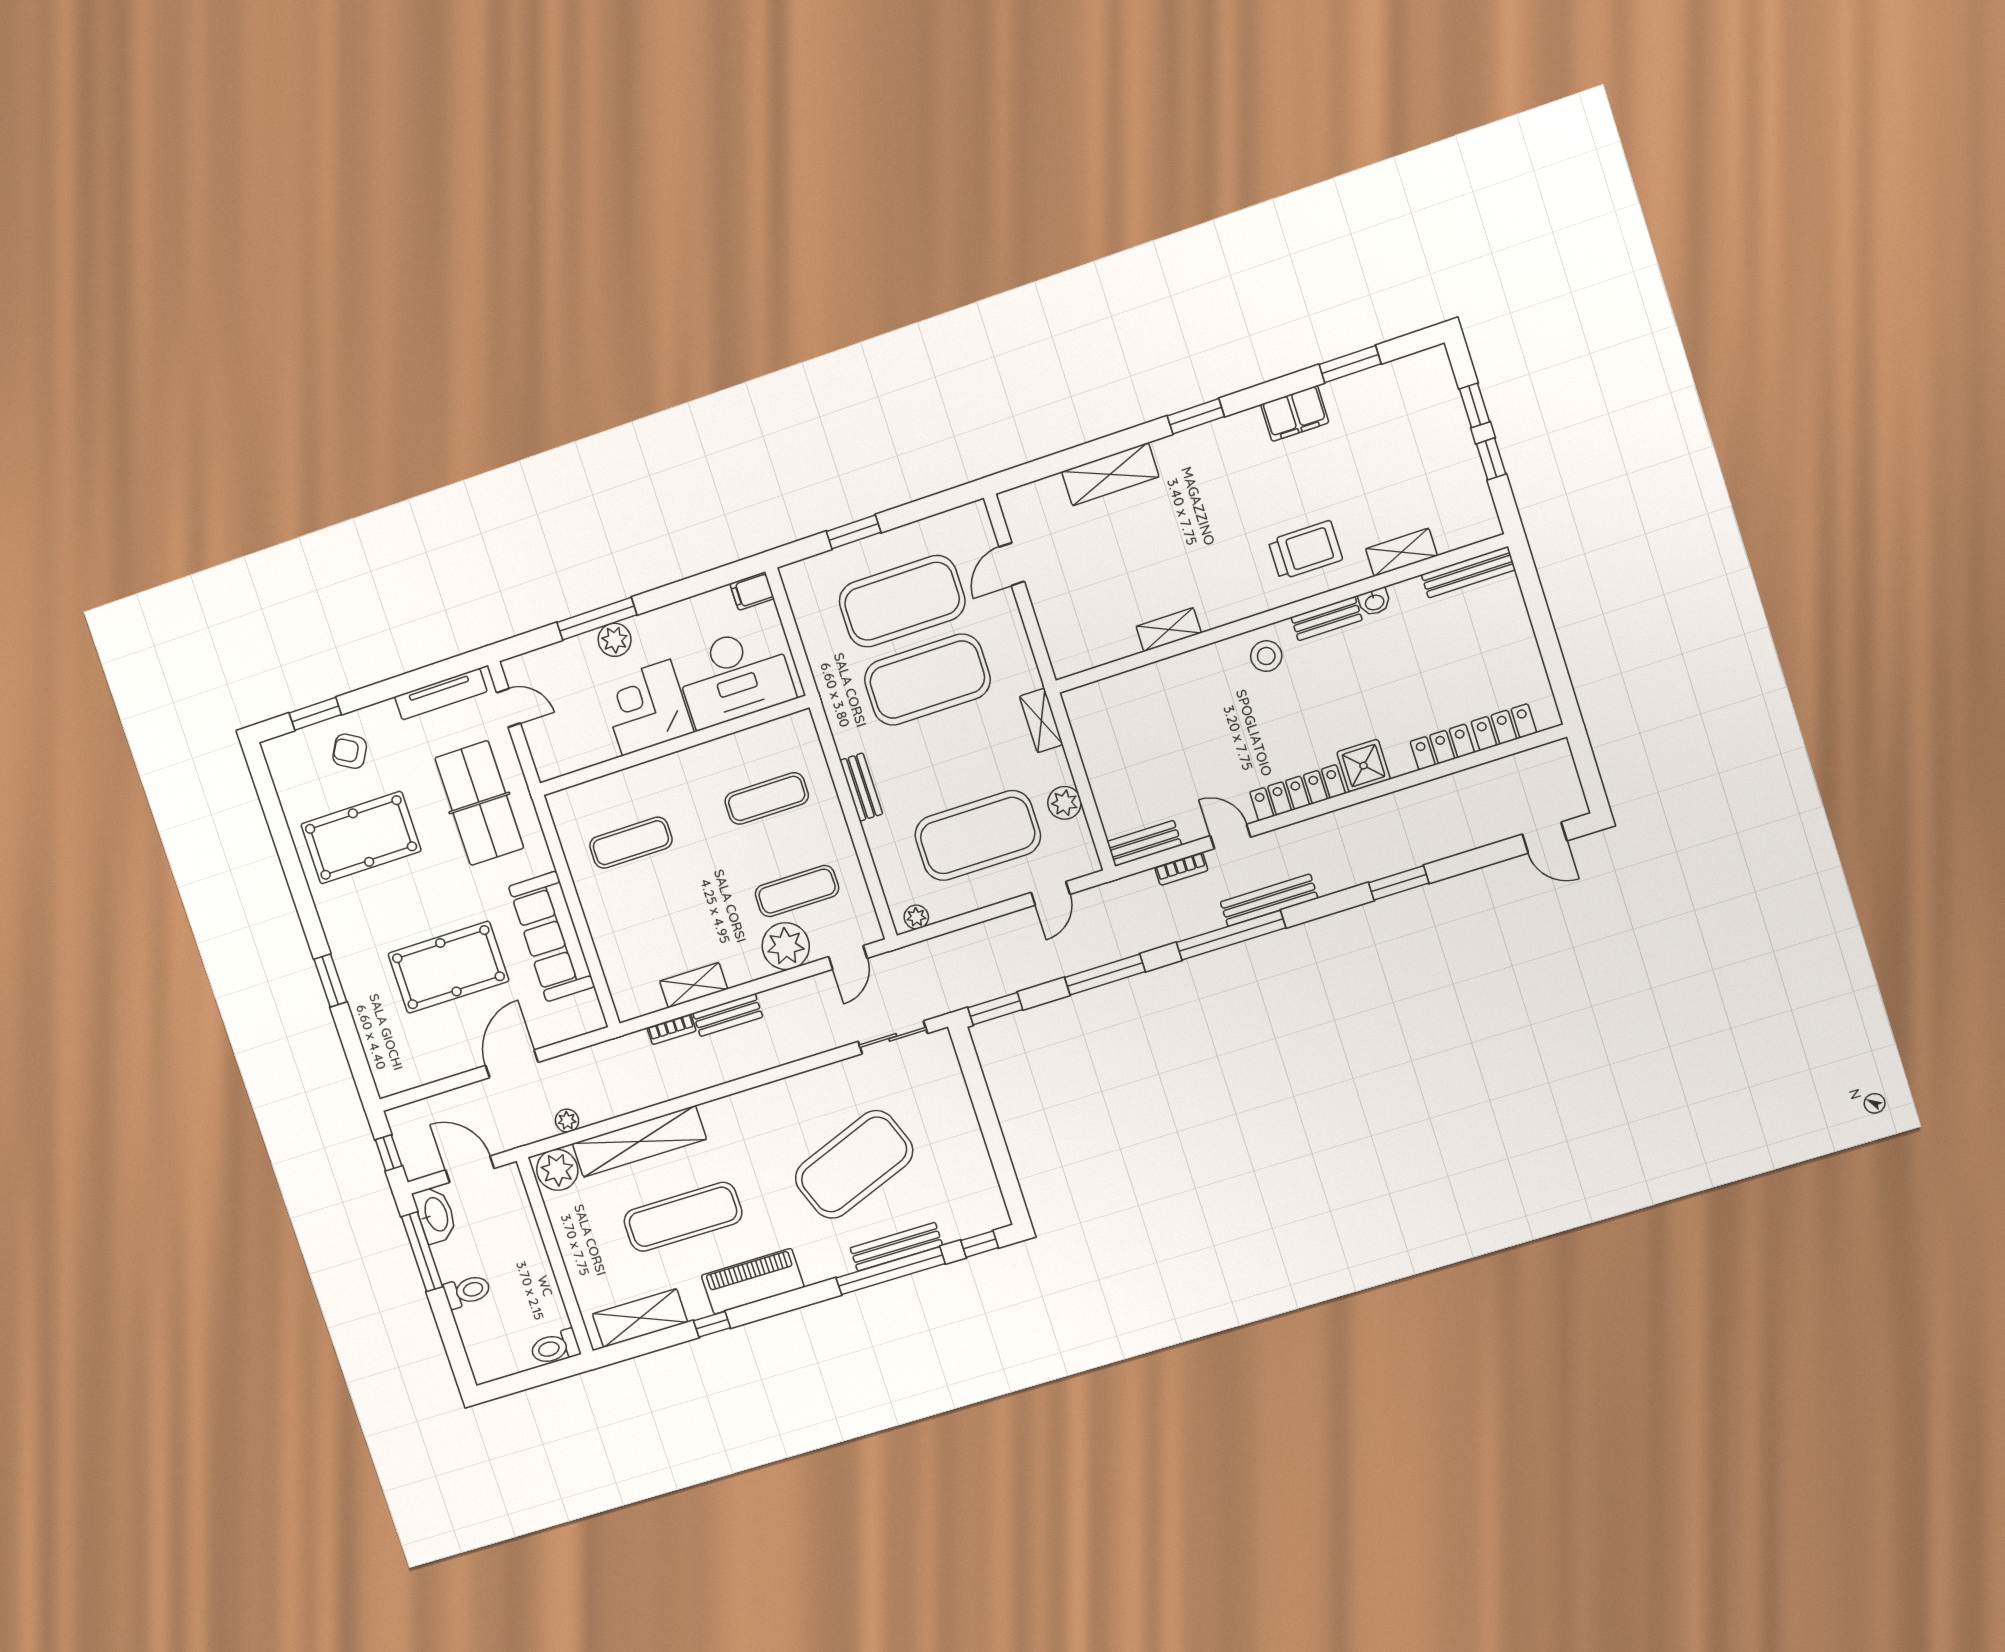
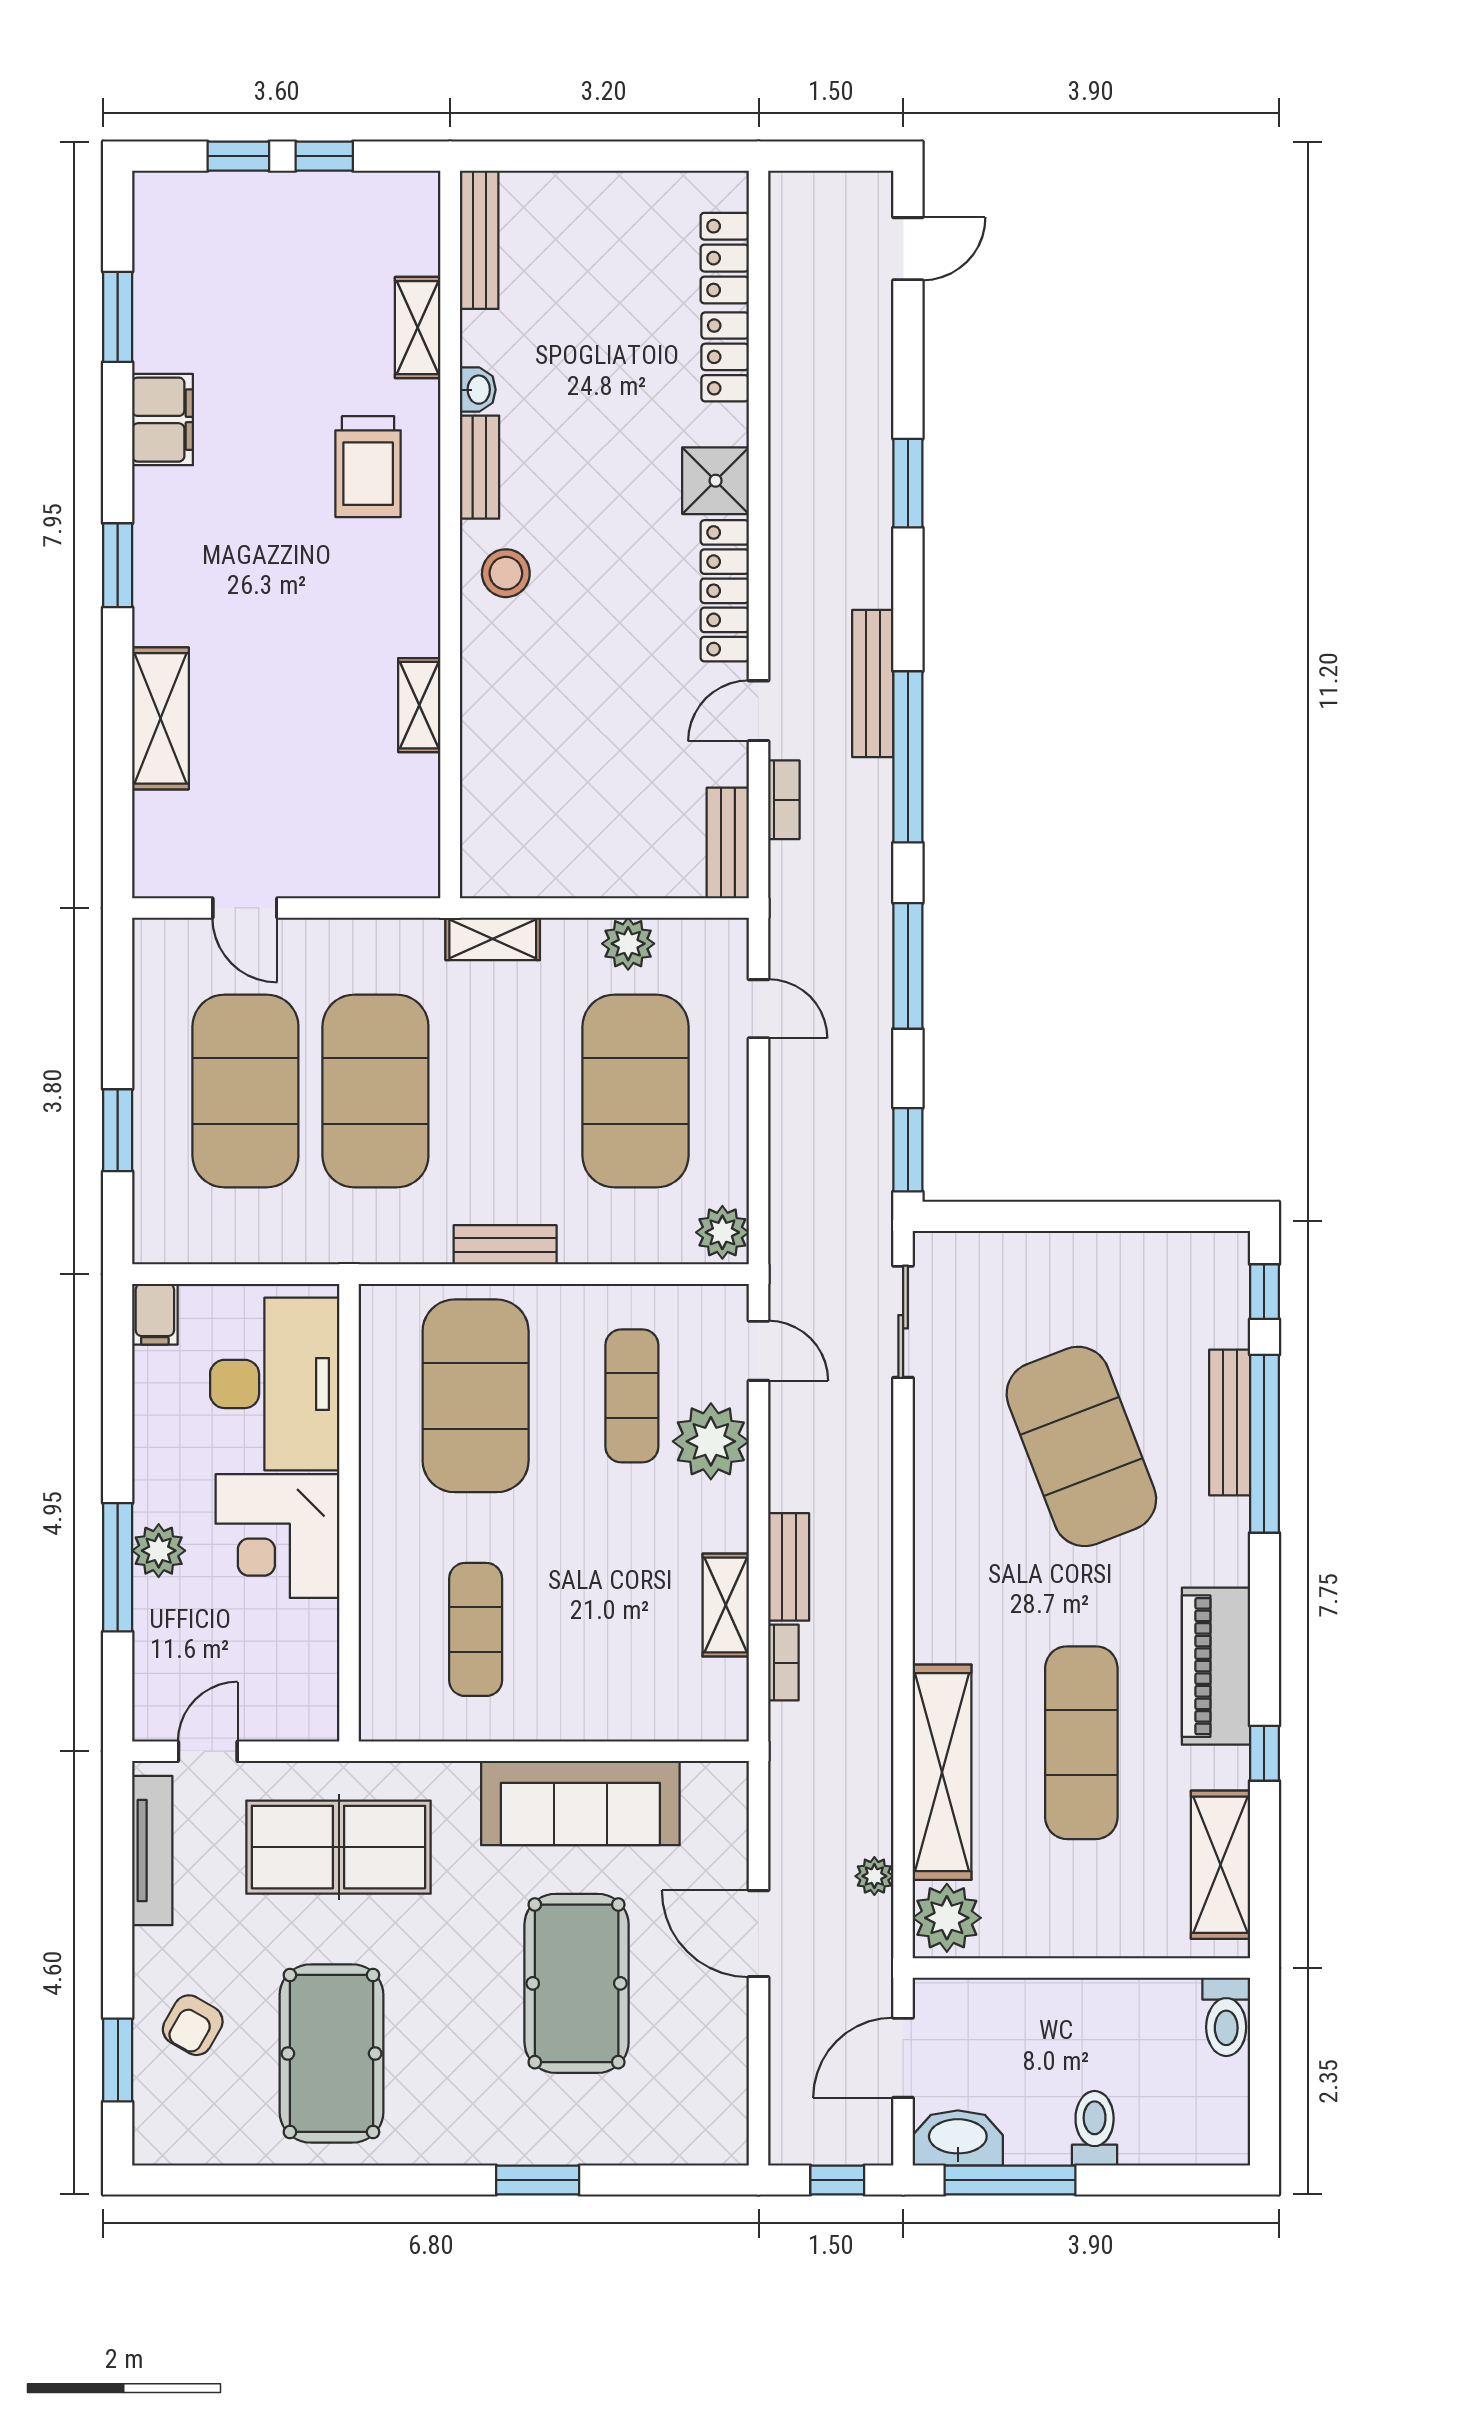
trolley: (1305, 550) -> (368, 467), turned 180
exercise mat: (767, 798) -> (476, 1396), width x2.00, depth x1.45
plant: (916, 917) -> (722, 1232), width x1.38, depth x1.38

